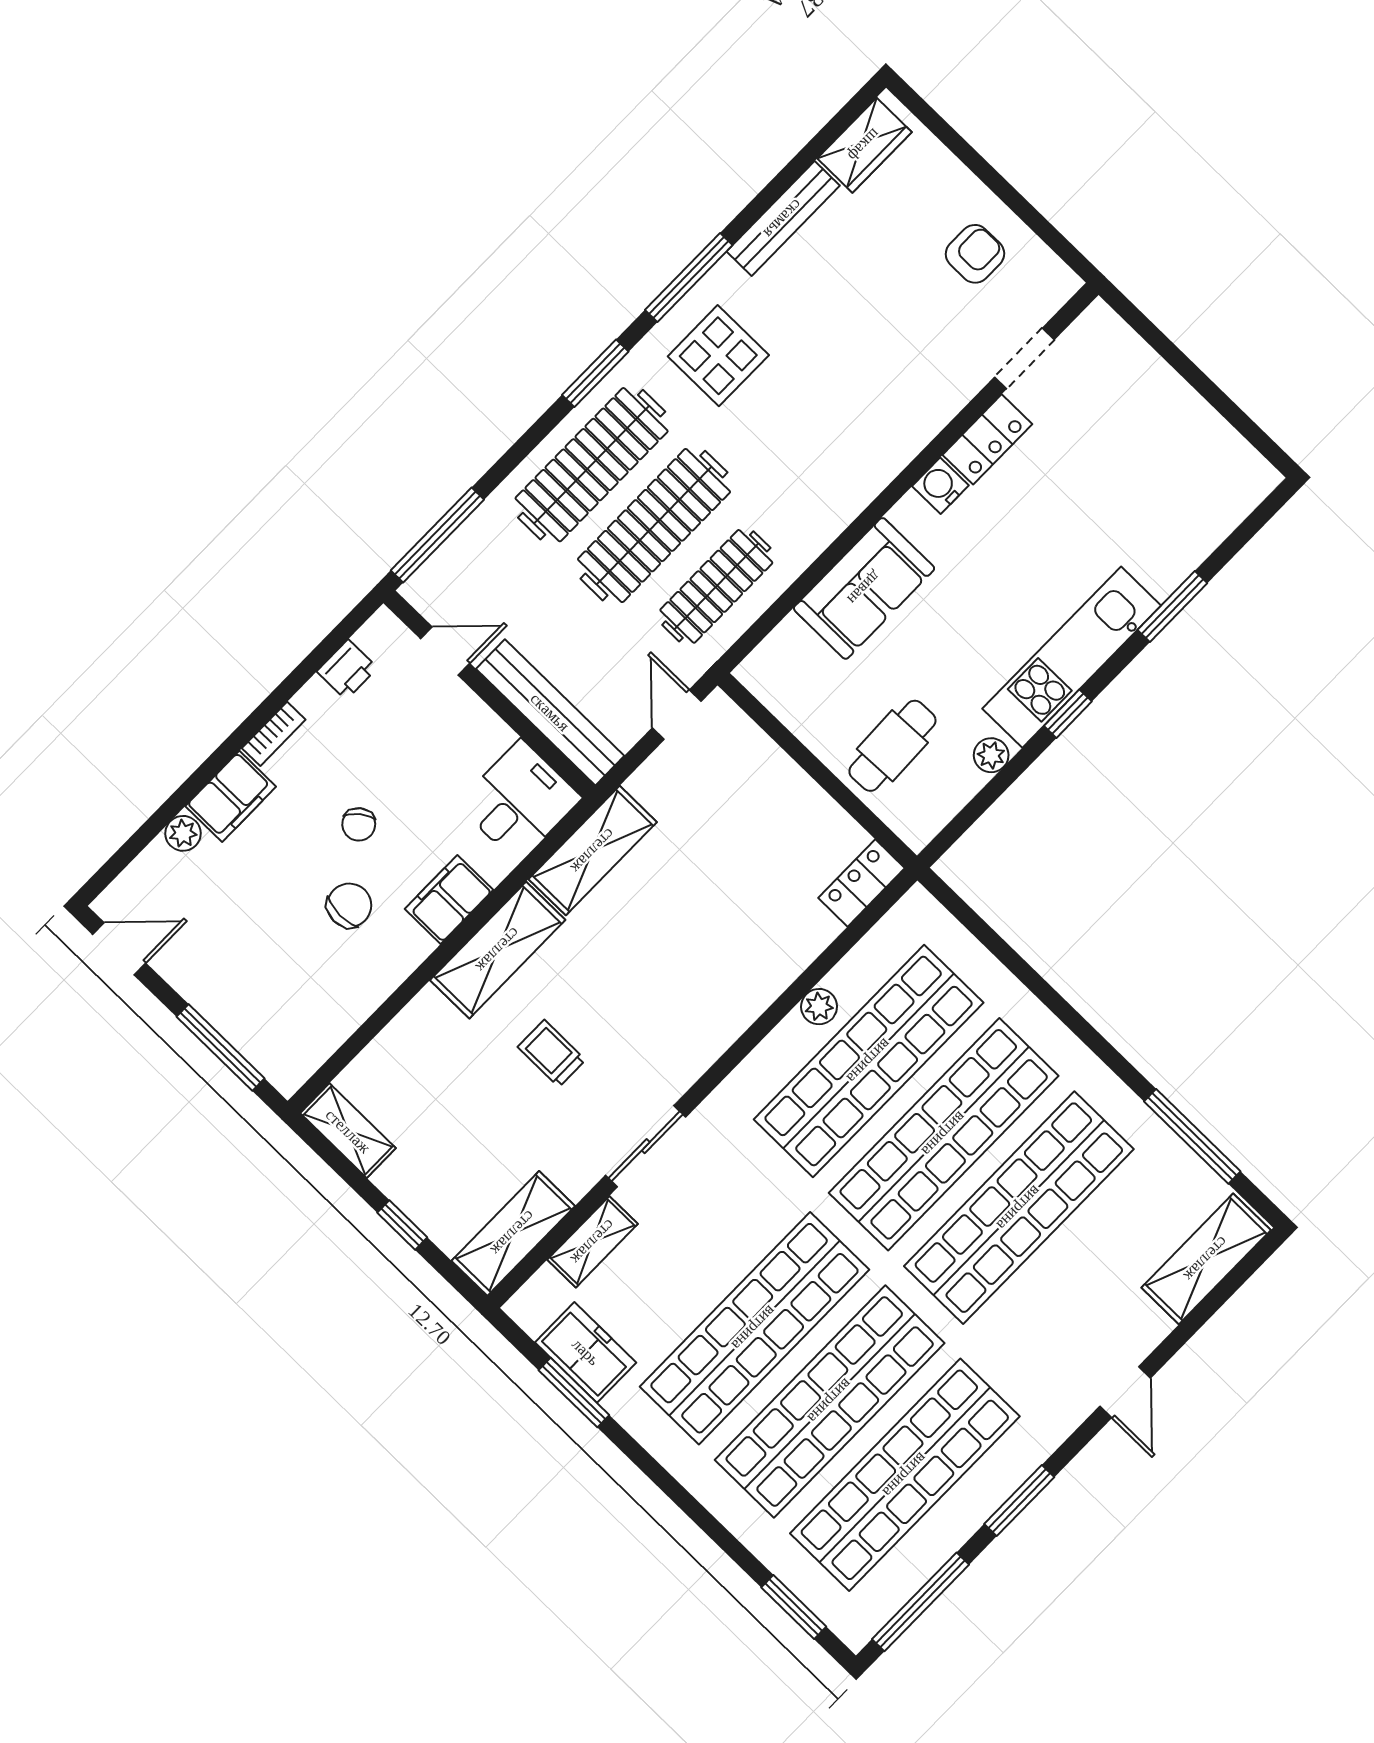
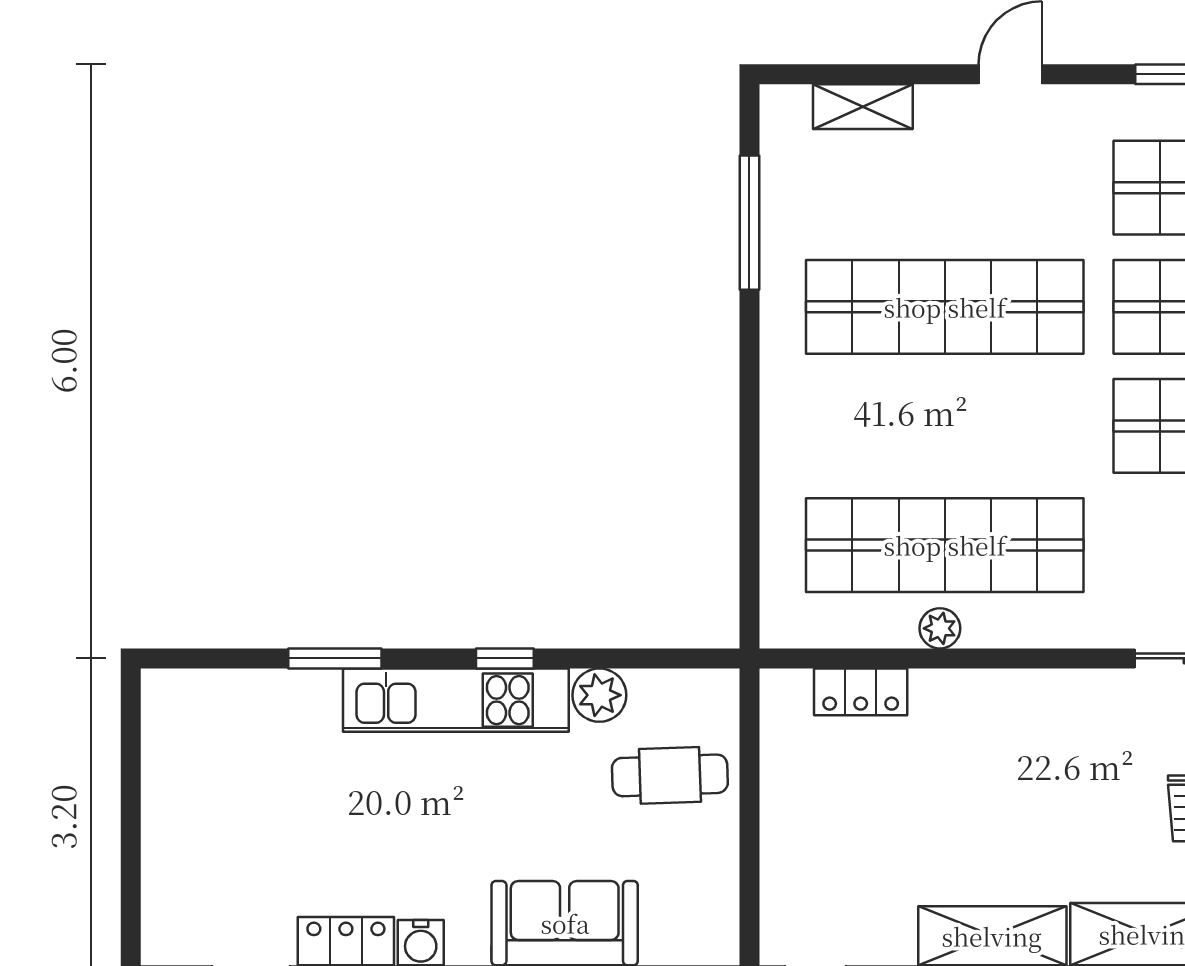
plant: (991, 755) -> (599, 695), width x1.38, depth x1.38
locker: (861, 883) -> (861, 692), moved
shop shelf: (944, 1134) -> (945, 426), removed
shelving: (1206, 1259) -> (863, 107), width x0.67, depth x0.75

